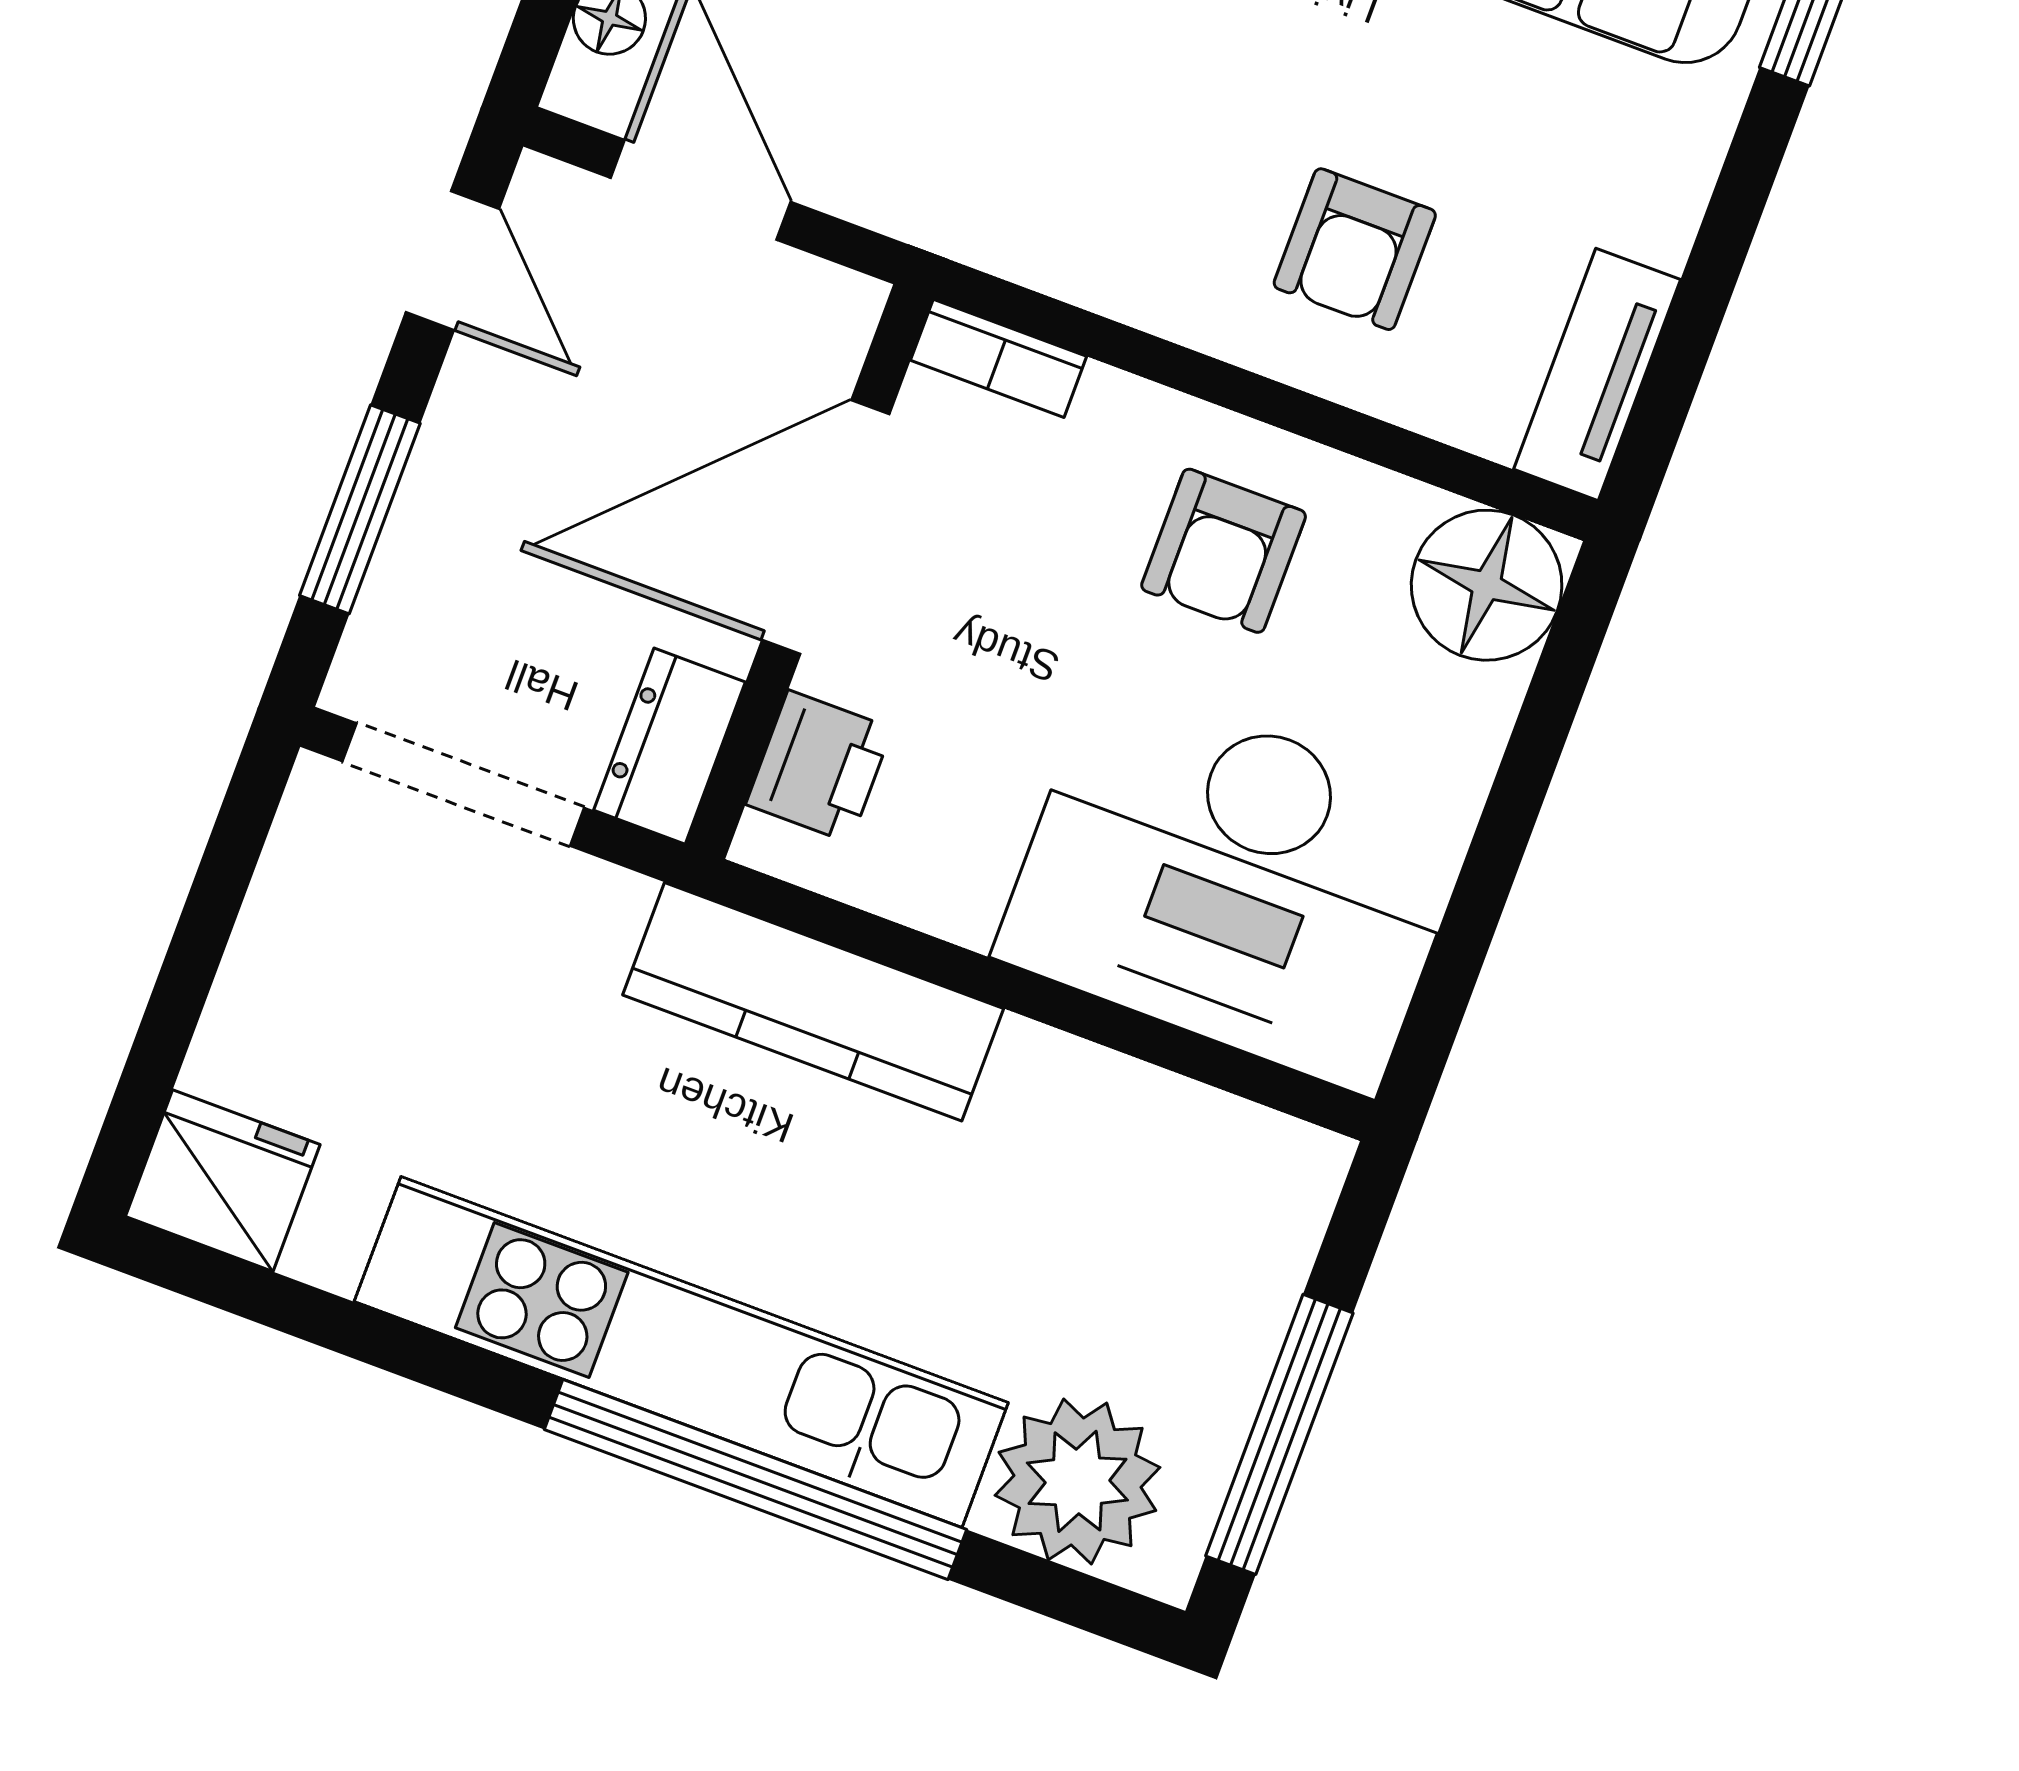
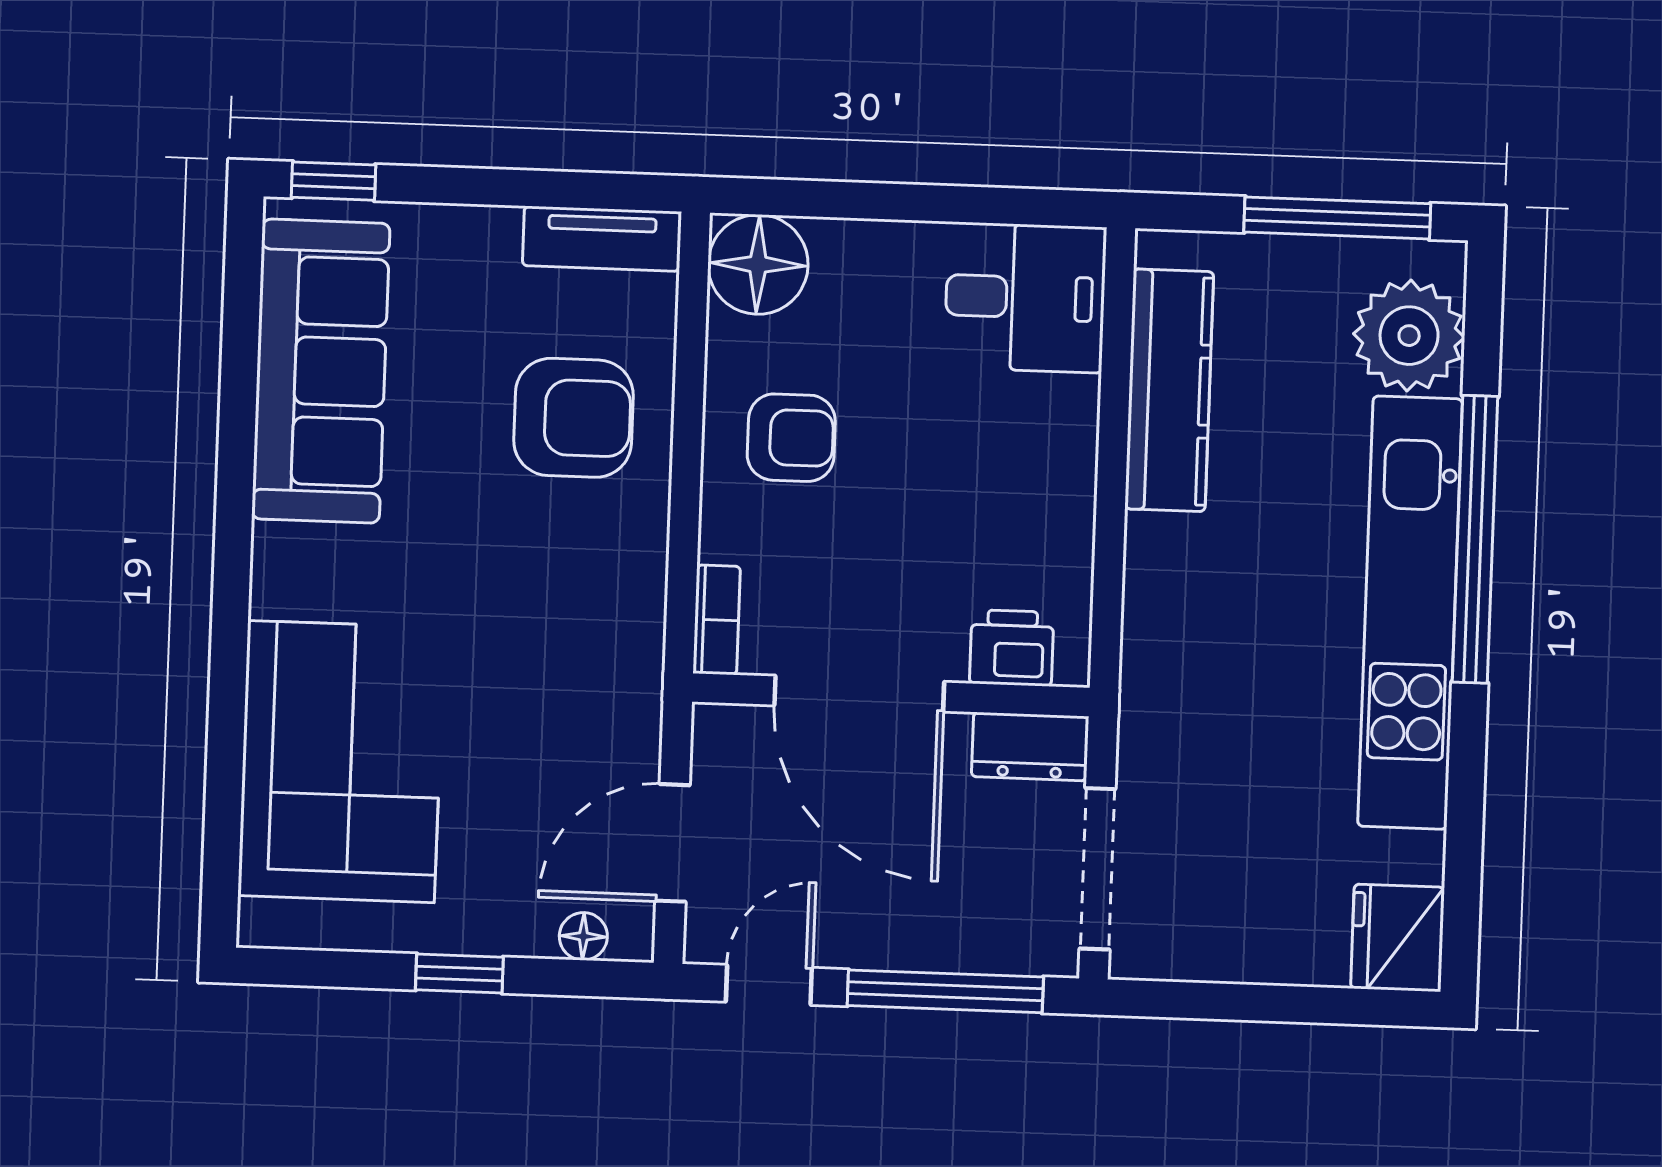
armchair: (1355, 249) -> (573, 418), width x1.38, depth x1.38
window: (360, 509) -> (945, 991), width x1.44
desk: (1236, 884) -> (1025, 297), width x0.53, depth x0.77
kitchen counter: (813, 1002) -> (1169, 390), moved

